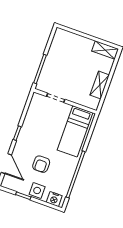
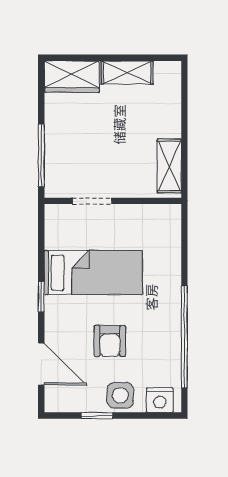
wardrobe: (67, 38) -> (72, 77), added
shelving: (105, 50) -> (127, 73), moved
shelving: (100, 85) -> (169, 166), moved
bed: (75, 131) -> (93, 273), moved, turned -90

